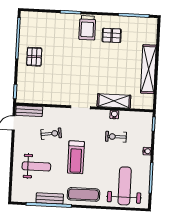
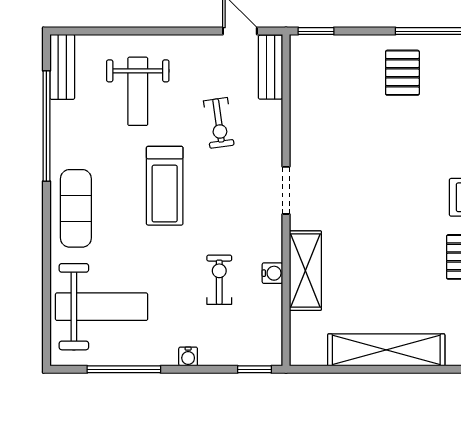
pallet: (34, 57) -> (402, 73), turned 90
treadmill: (76, 157) -> (165, 186), turned -90
bench: (50, 198) -> (62, 67), moved

